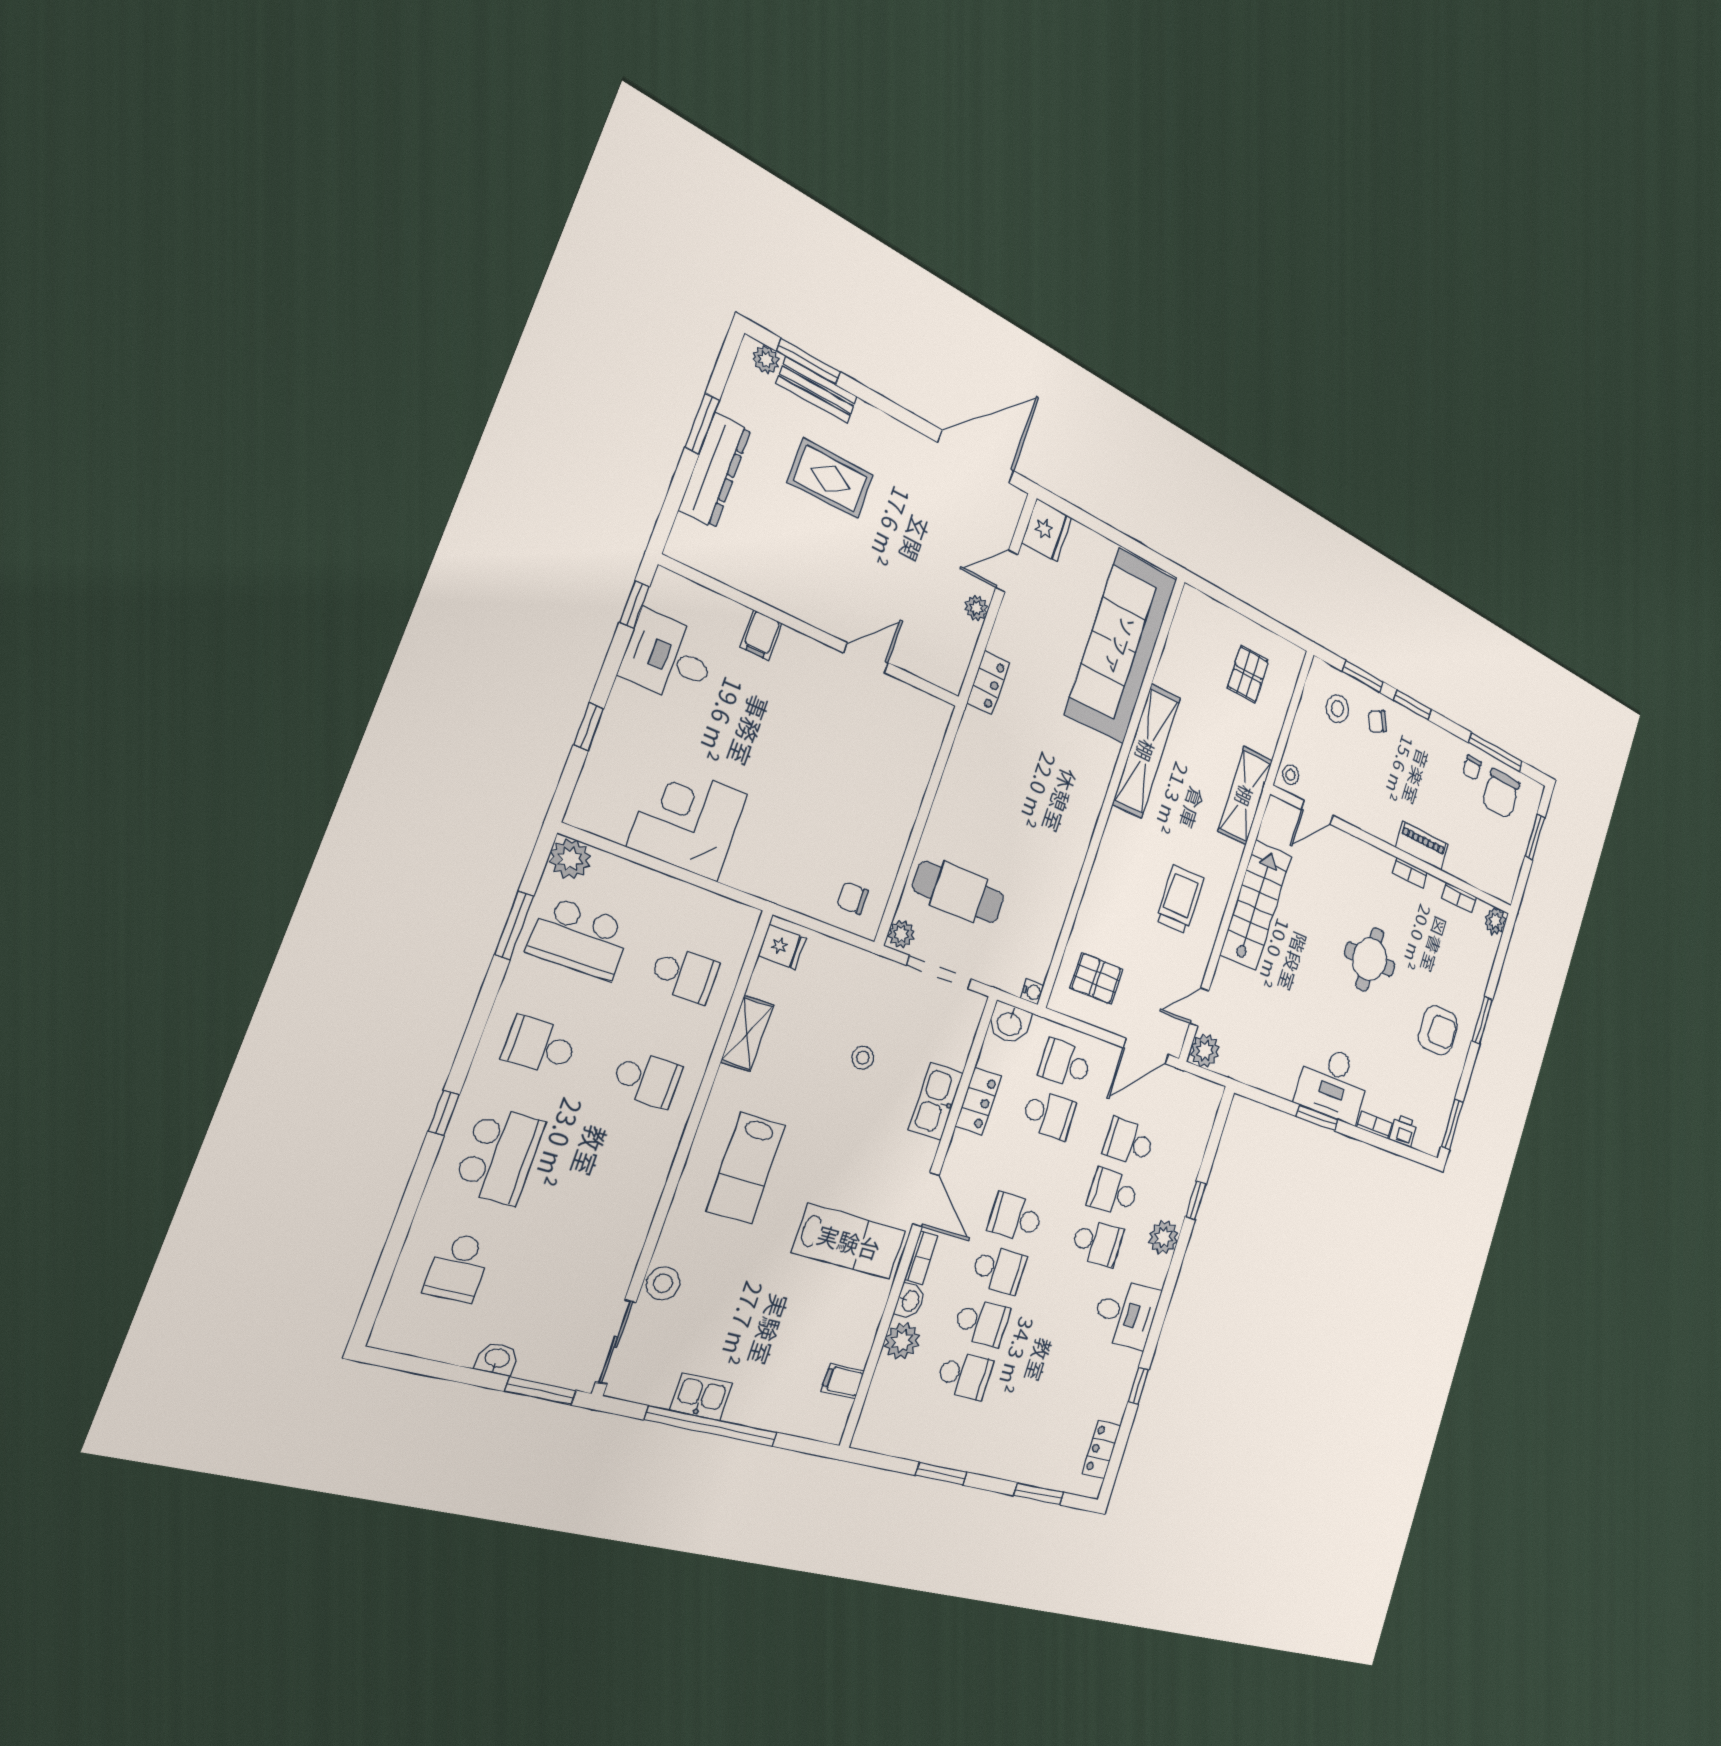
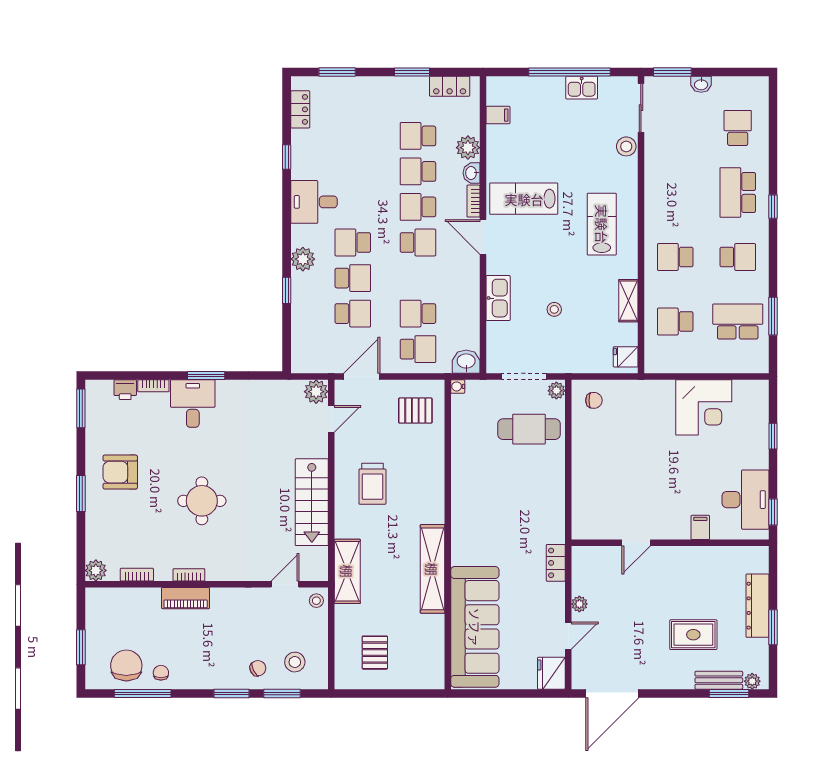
desk: (668, 658) -> (745, 500), width x1.37
plant: (570, 859) -> (757, 362), removed
desk: (1333, 1084) -> (193, 403), width x0.73
locker: (978, 1101) -> (450, 86), moved, turned -90

